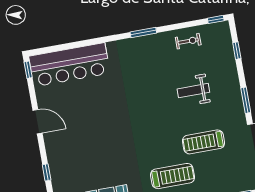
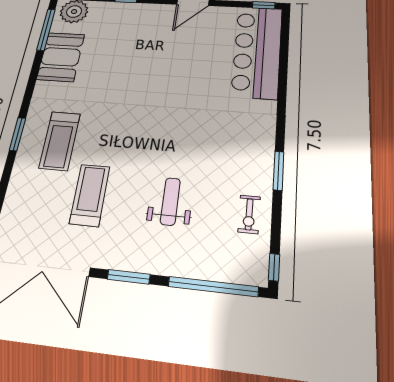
window: (143, 32) -> (279, 171), moved
window: (237, 51) -> (213, 287), width x3.17

